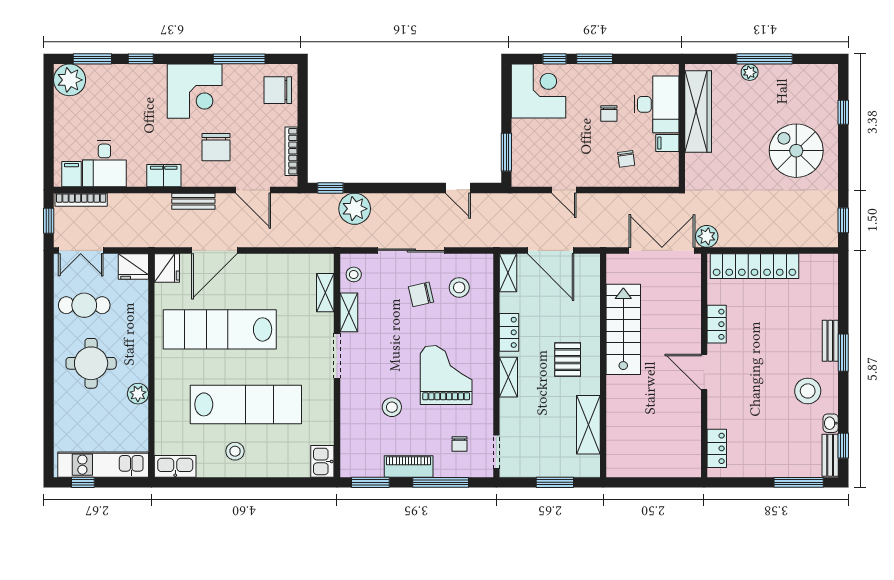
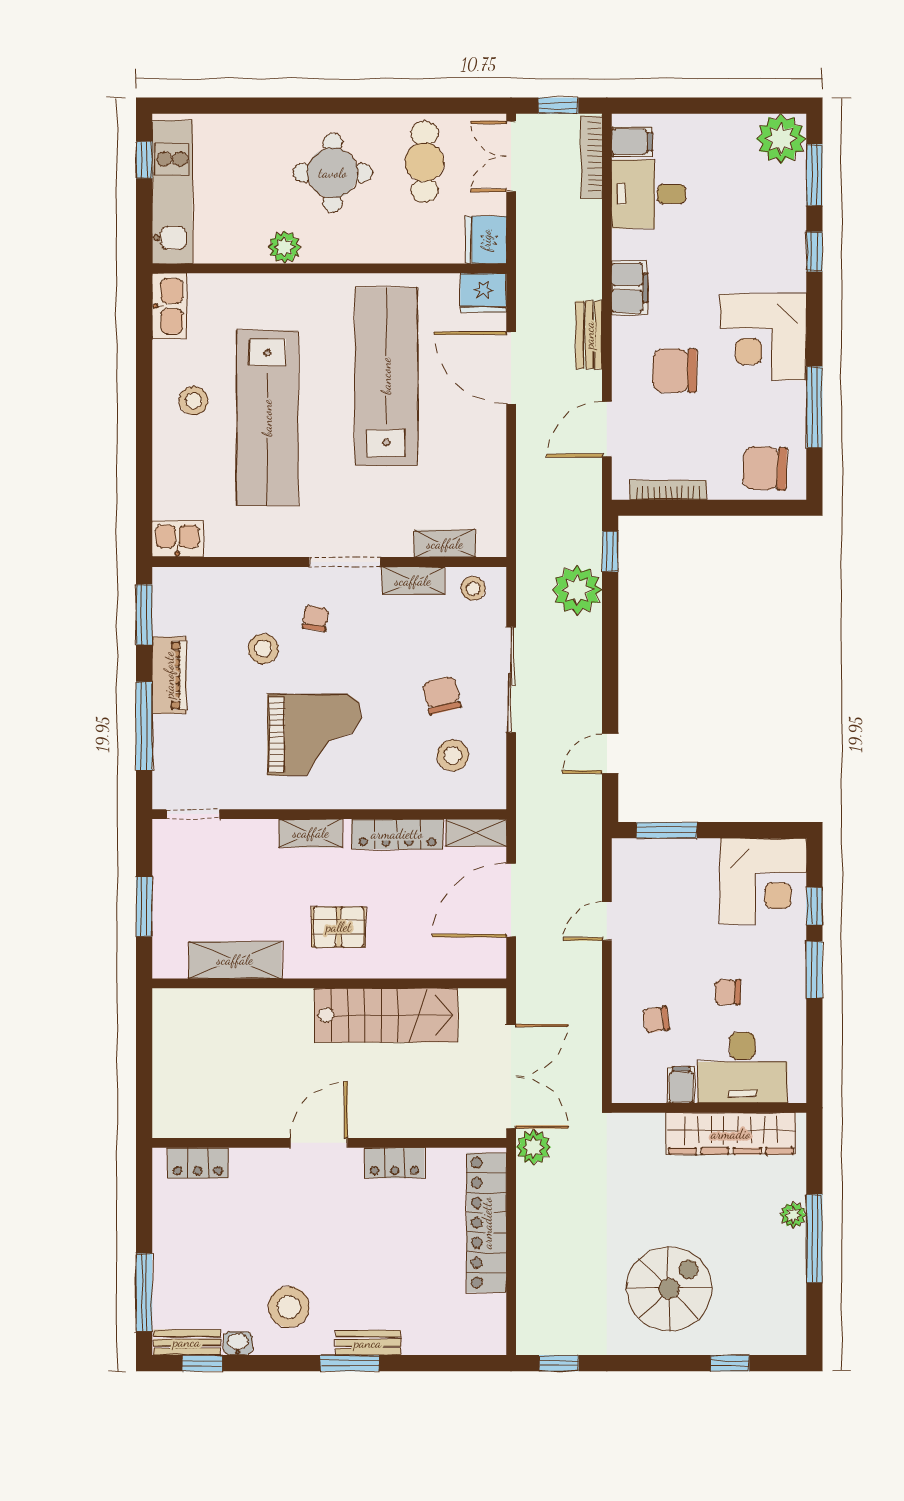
chair: (278, 90) -> (765, 468), turned -88
locker: (509, 332) -> (397, 834), width x1.53
chair: (460, 444) -> (315, 618), moved, turned 98

